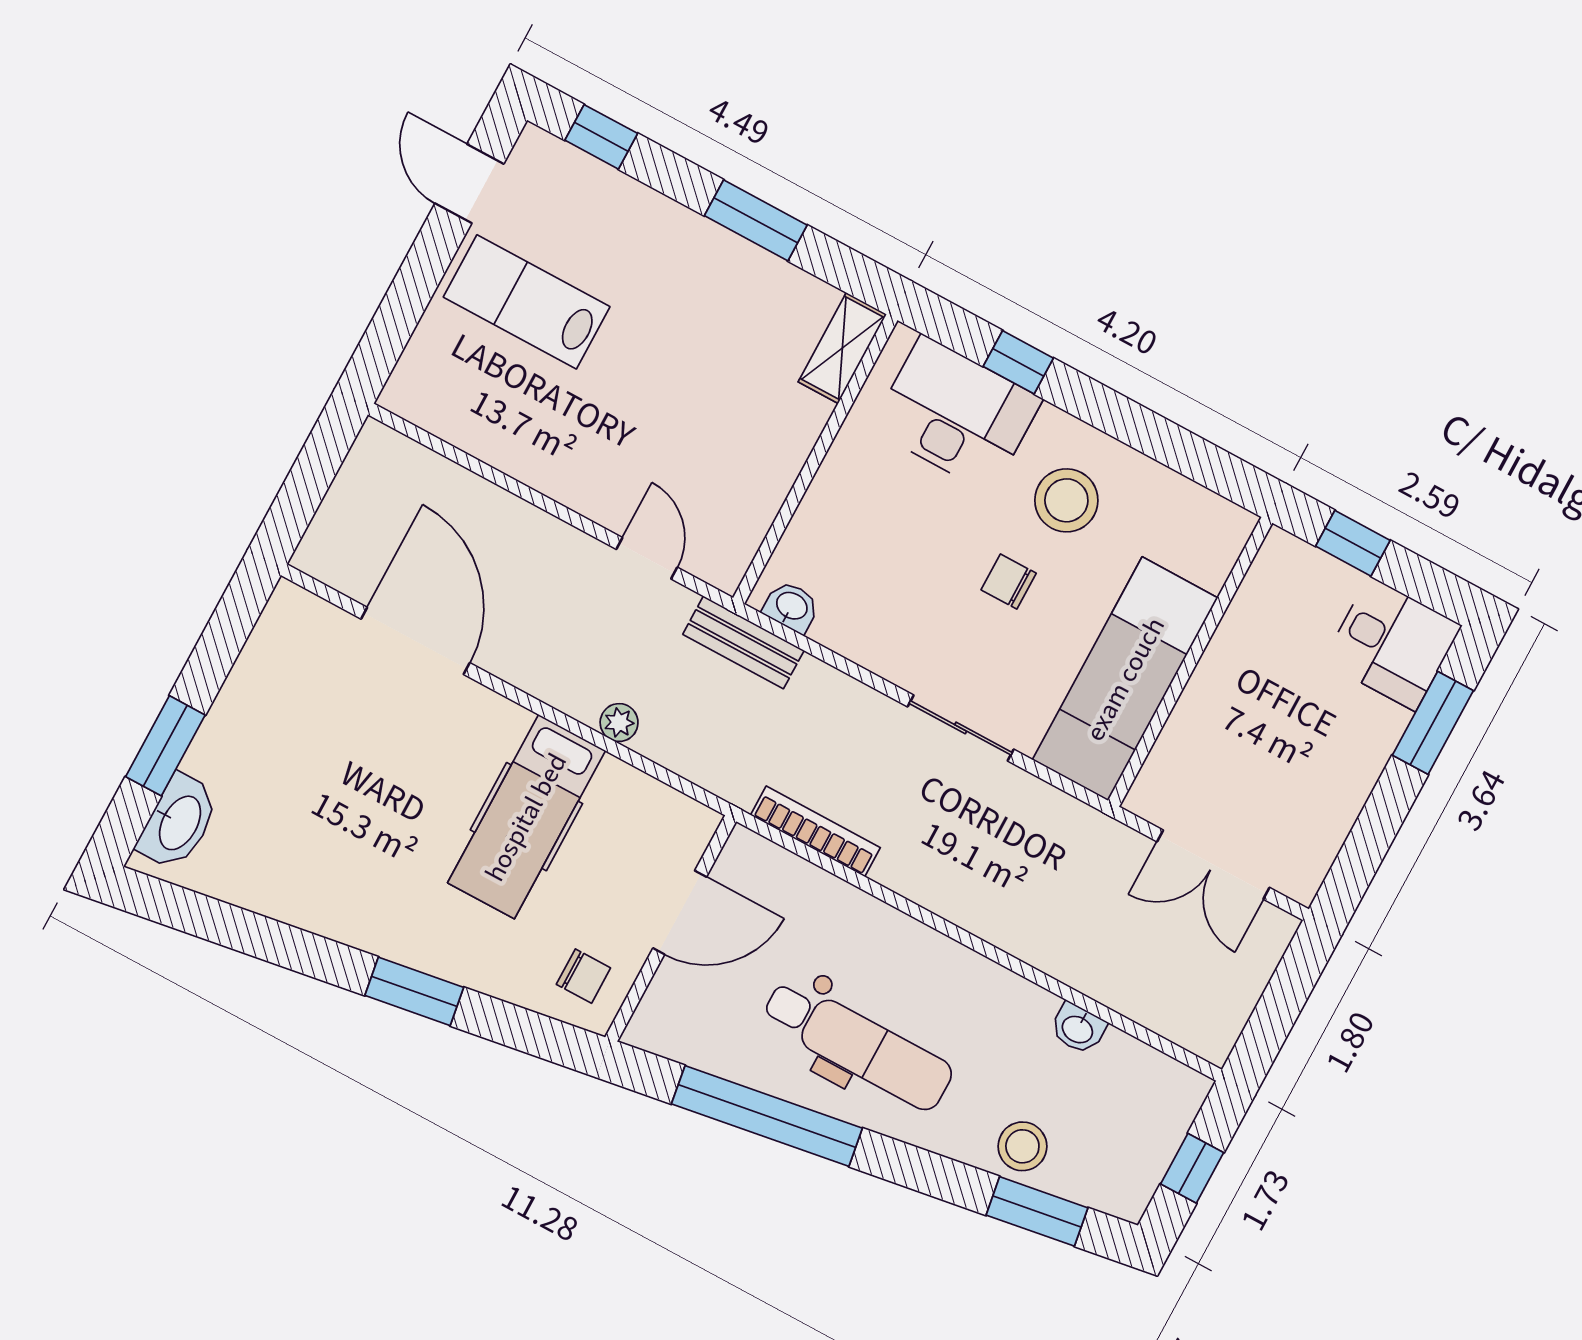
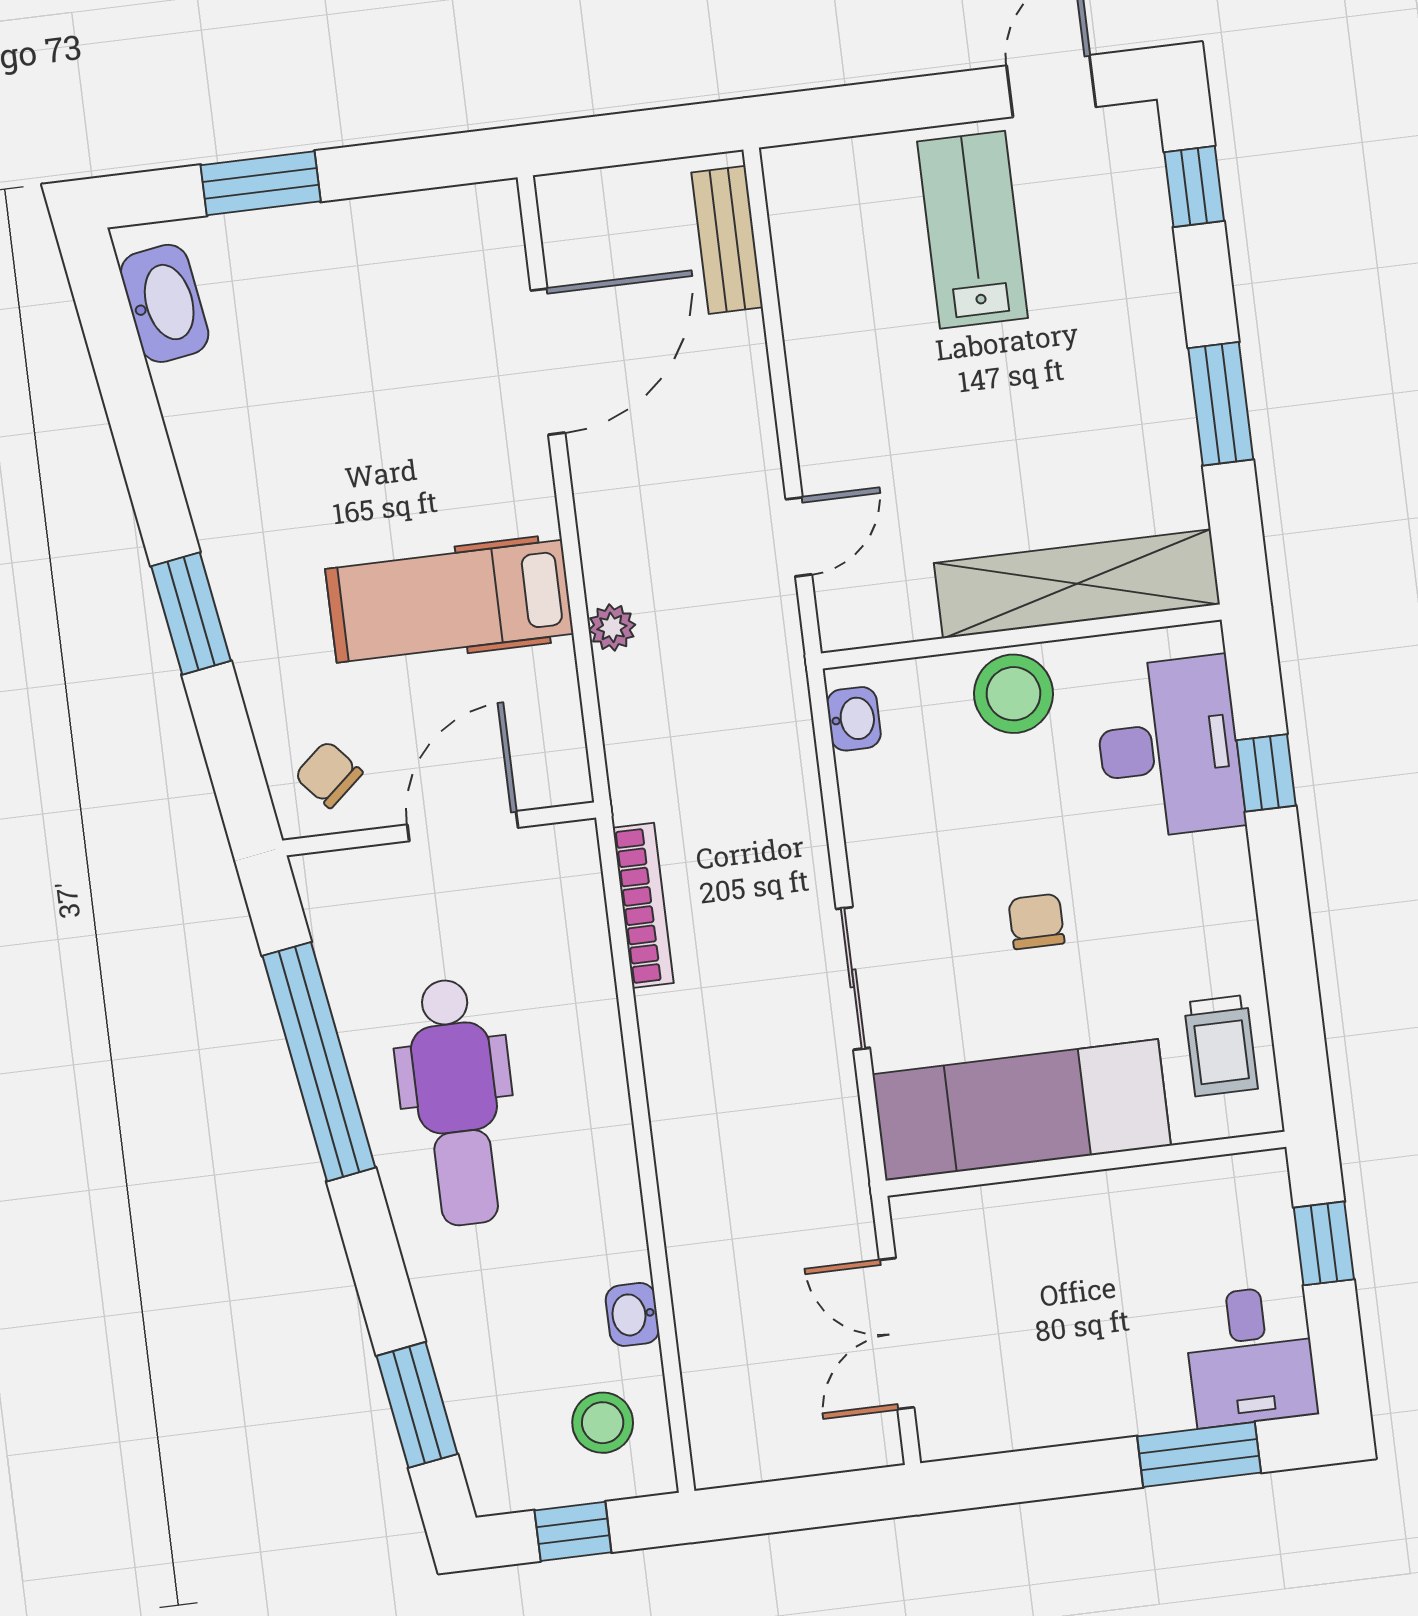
shelving: (842, 348) -> (1077, 584), width x2.20, depth x1.33
stool: (1066, 500) -> (1013, 694), moved
trolley: (1176, 519) -> (1221, 1046), added
bench: (743, 642) -> (727, 240), moved
washbasin: (179, 822) -> (165, 303), moved, turned -99
door: (680, 912) -> (463, 826), swing flipped
chair: (583, 976) -> (329, 774), turned 139
stool: (1022, 1146) -> (603, 1423), moved

